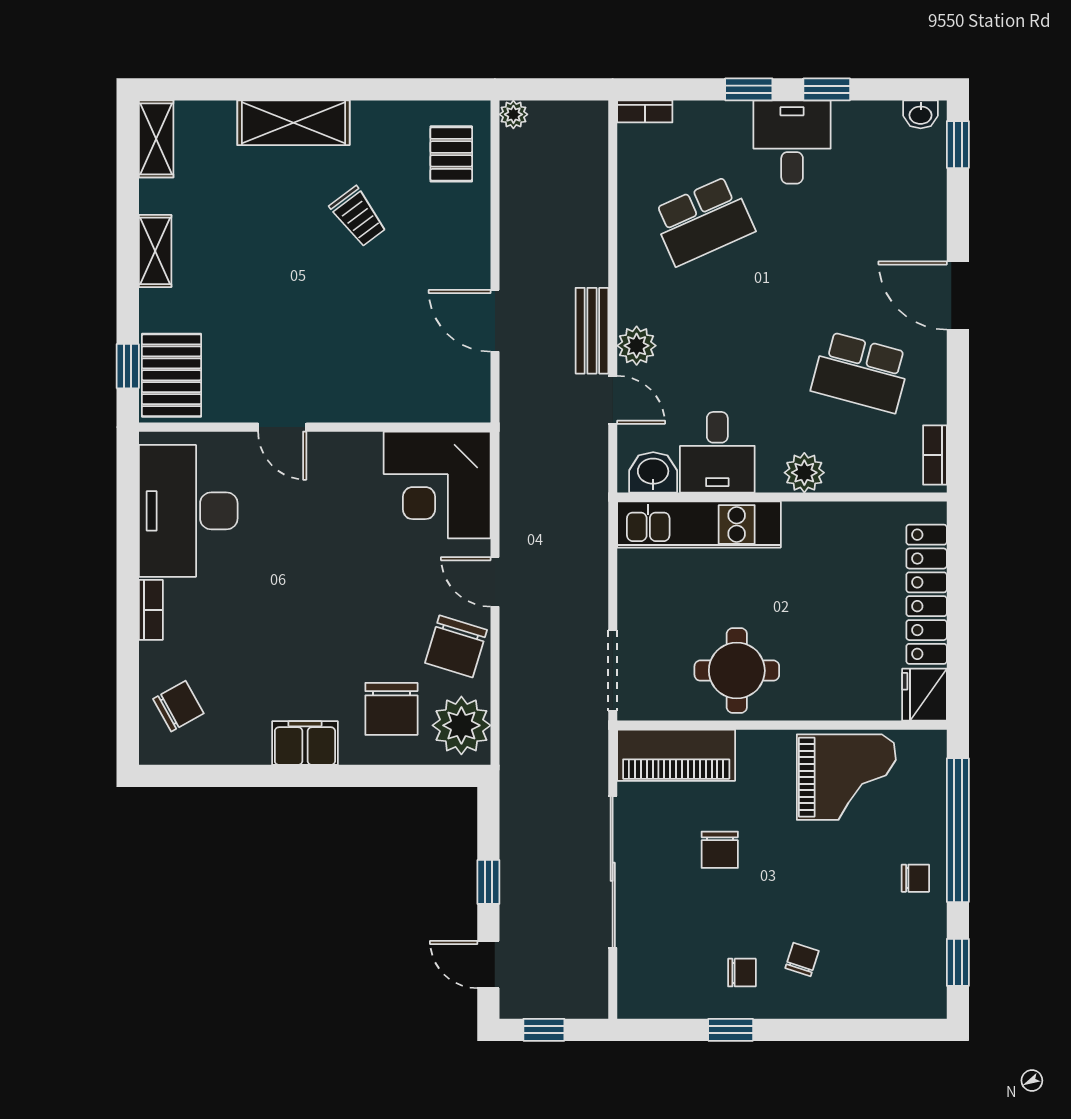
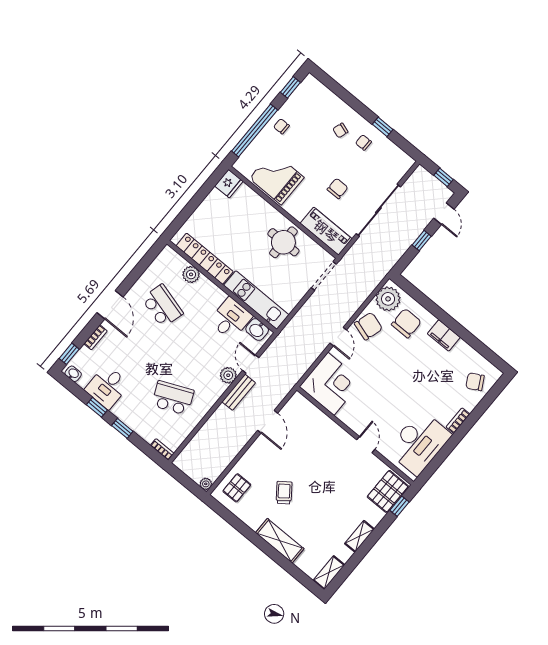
desk: (792, 142) -> (107, 387), moved
bookcase: (935, 455) -> (95, 337), moved
plant: (804, 473) -> (191, 274), moved
locker: (927, 594) -> (205, 259), moved, turned -90

